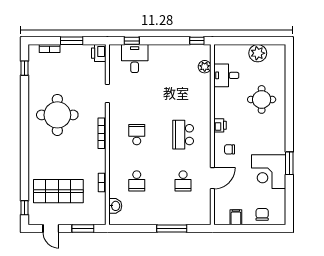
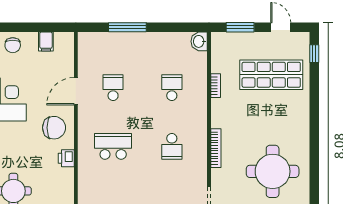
school desk: (183, 135) -> (113, 146), turned -90
chair: (230, 149) -> (54, 128), width x1.87, depth x1.87
washbasin: (115, 206) -> (199, 41), moved

